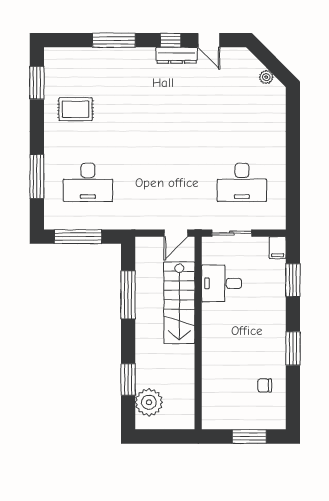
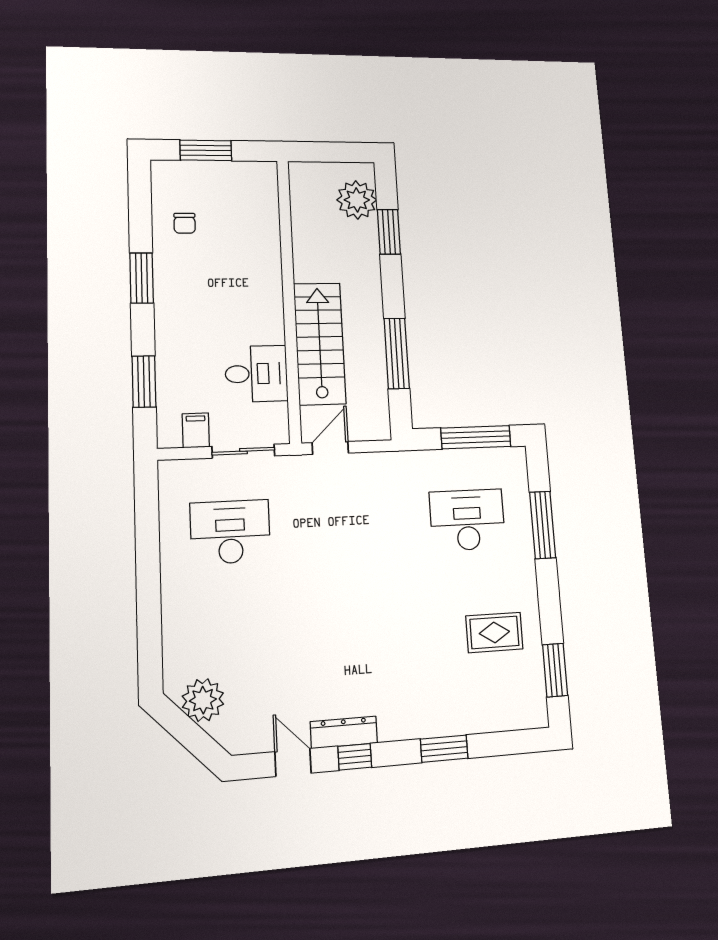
window: (114, 40) -> (444, 749), width x0.69
plant: (266, 77) -> (203, 700), width x1.87, depth x1.87
filing cabinet: (278, 248) -> (196, 430), moved
chair: (265, 385) -> (185, 223), turned 90

